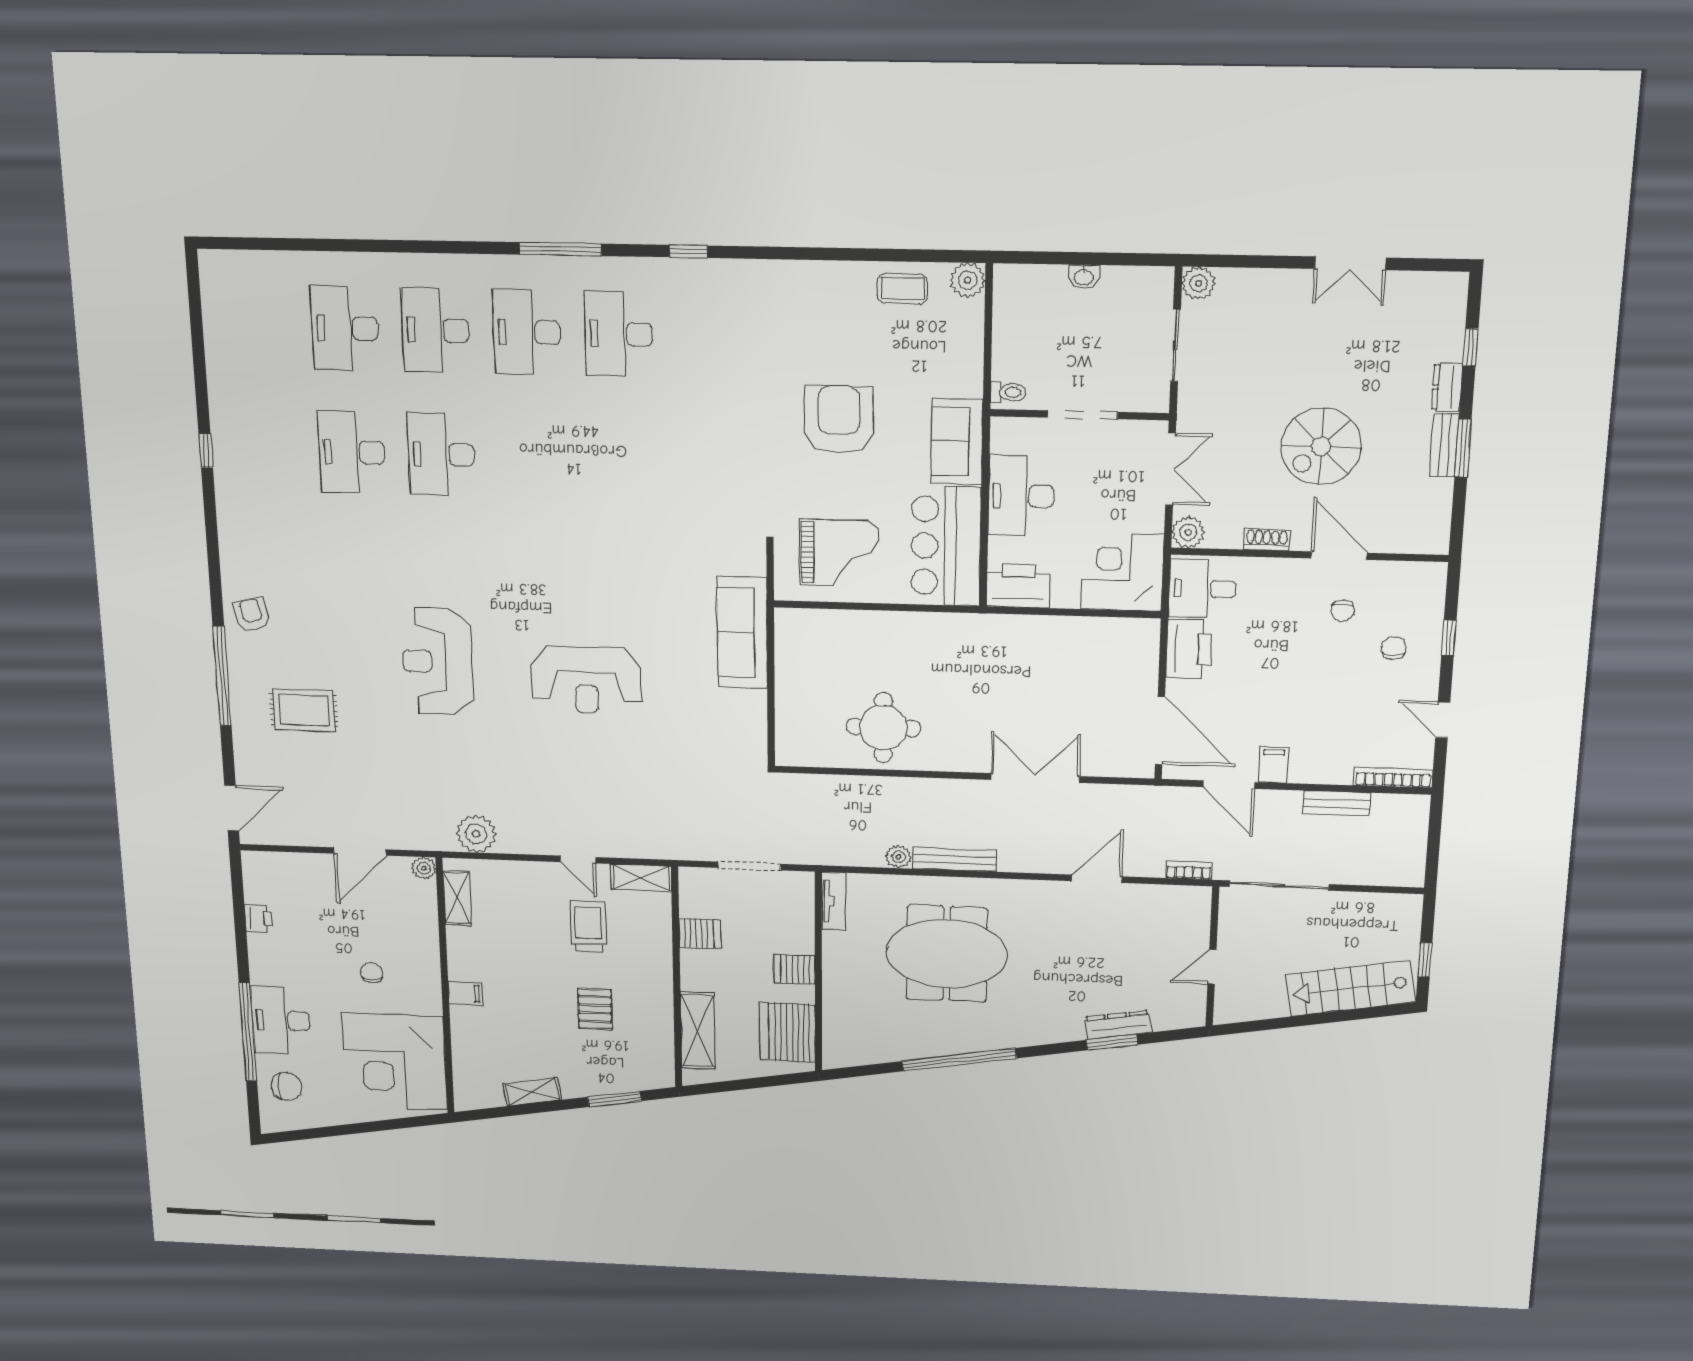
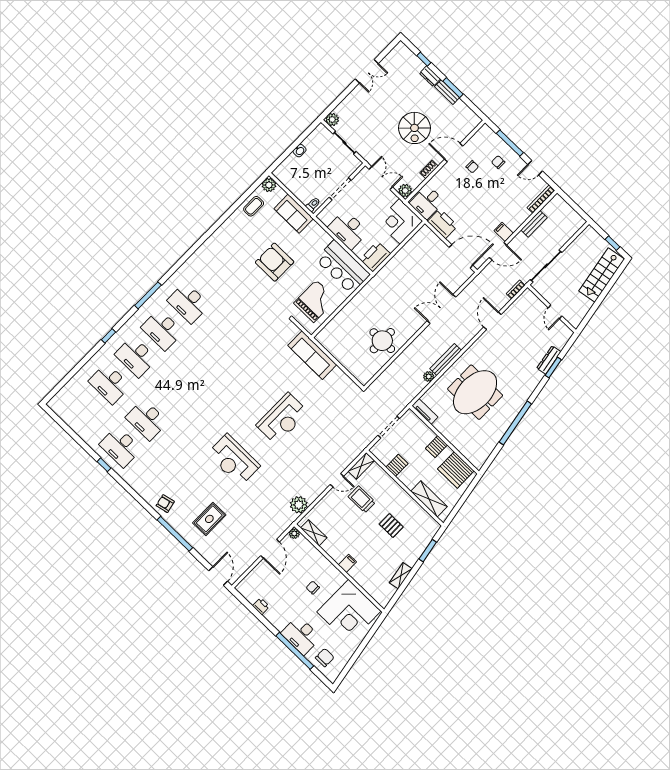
window: (688, 251) -> (109, 336), moved
sofa: (957, 441) -> (294, 214), moved
desk: (441, 454) -> (120, 447), moved
window: (1449, 638) -> (510, 143), width x2.17

